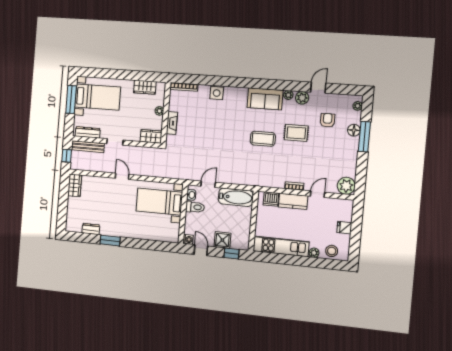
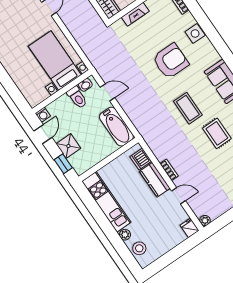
armchair: (222, 125) -> (171, 61), added
plant: (346, 186) -> (205, 220), width x0.53, depth x0.53
fridge: (344, 228) -> (190, 228), moved

